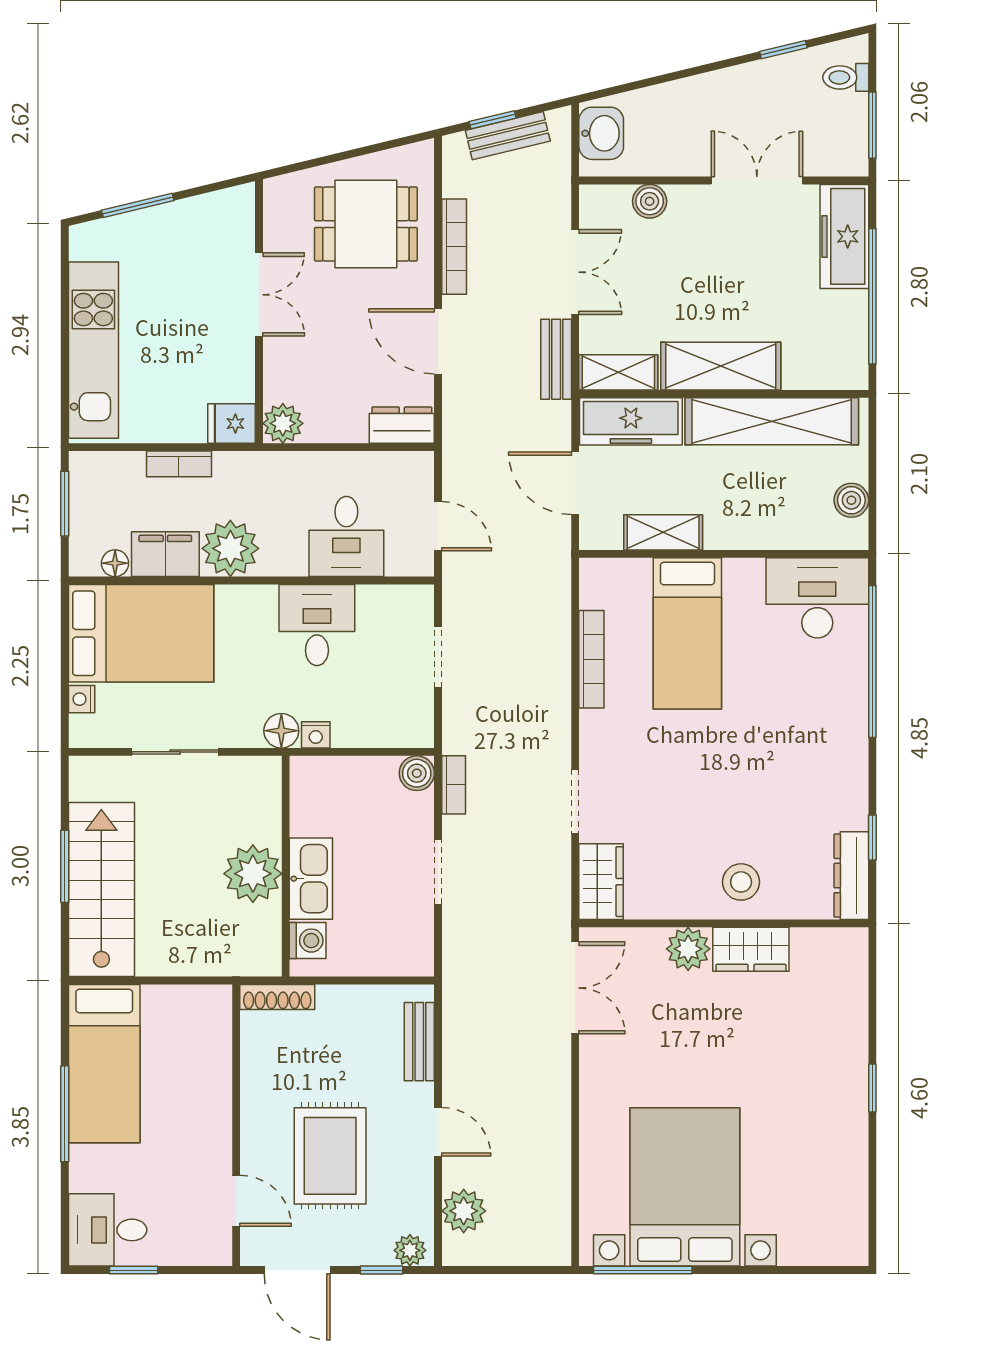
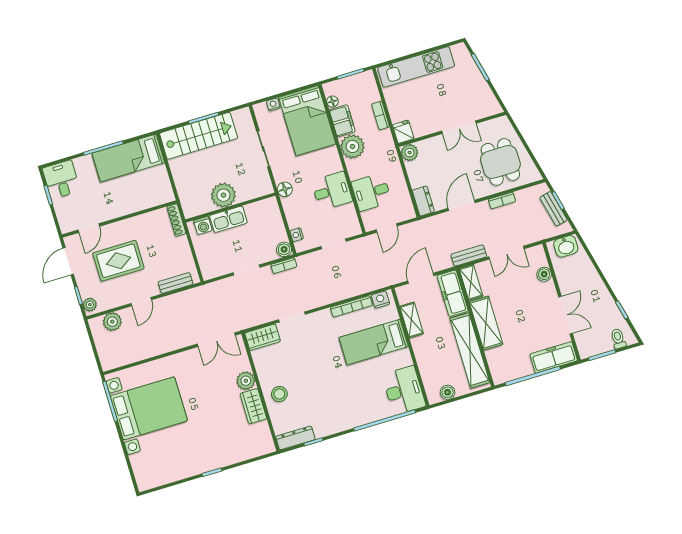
bookcase: (454, 247) -> (502, 200), width x0.64
nightstand: (596, 589) -> (380, 300), added
nightstand: (316, 735) -> (297, 235), moved

